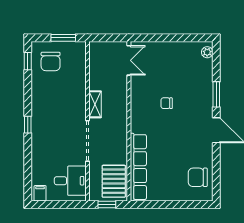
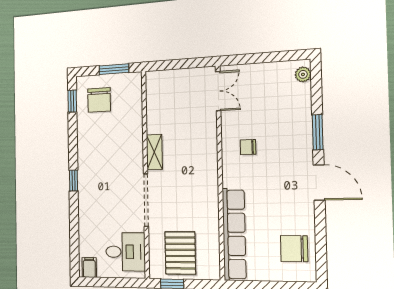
double door: (129, 60) -> (218, 91), moved
wall: (129, 121) -> (220, 172), moved
row of seats: (138, 167) -> (234, 234), moved

